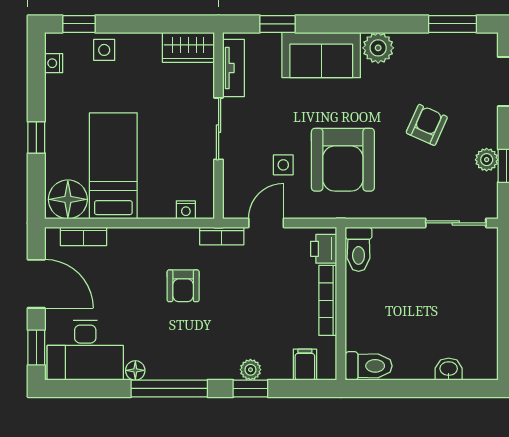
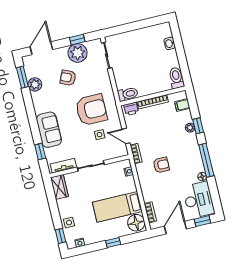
plant: (378, 48) -> (35, 84), moved
plant: (487, 160) -> (78, 53), width x1.87, depth x1.87

